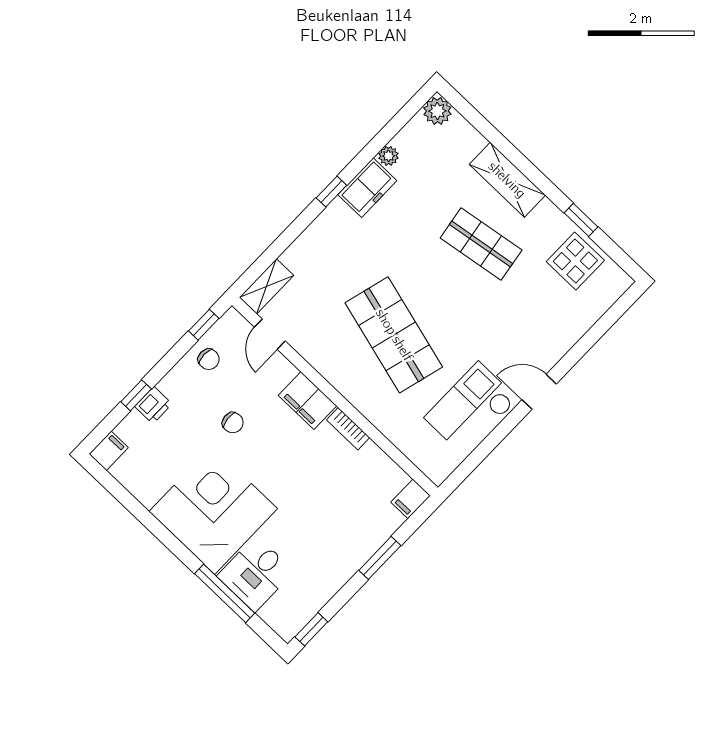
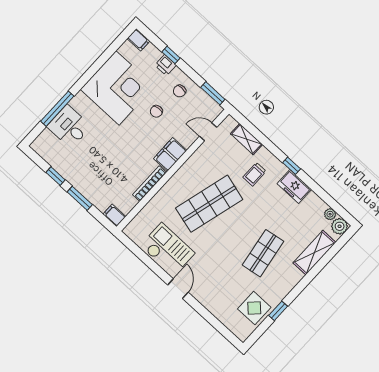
plant: (388, 156) -> (330, 214), moved
shelving: (507, 180) -> (314, 253), moved
trolley: (345, 256) -> (255, 174), added
shelving: (266, 286) -> (246, 139), moved
window: (204, 325) -> (213, 93), width x1.50
chair: (209, 359) -> (180, 91), moved
bookcase: (348, 429) -> (149, 184), width x1.56
corner desk: (213, 510) -> (118, 88), moved
window: (311, 629) -> (56, 176), moved

